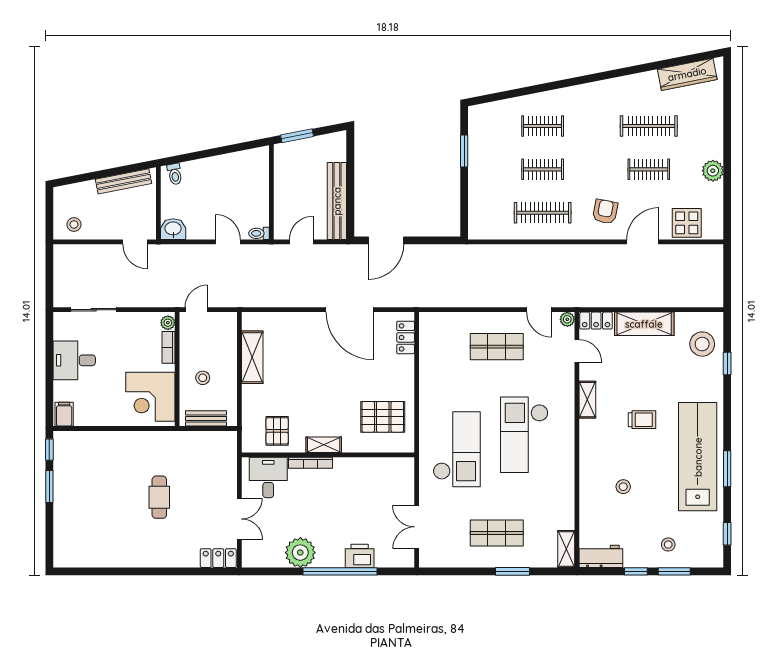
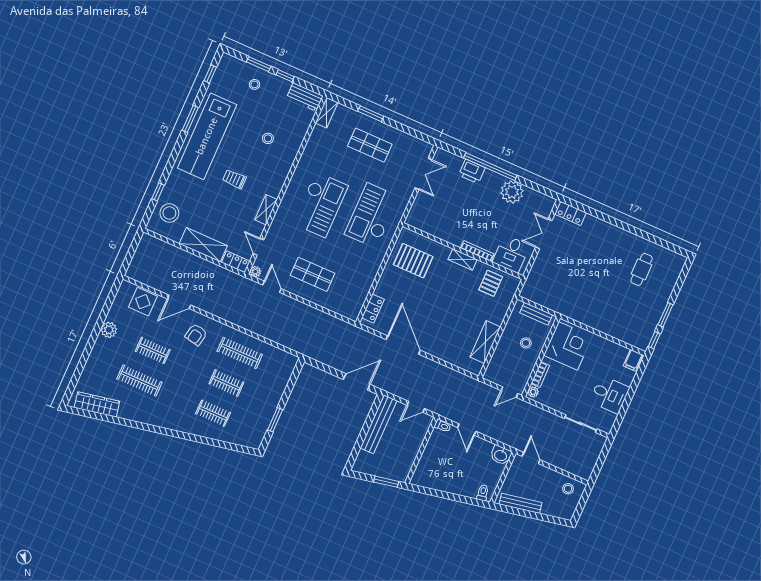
cafe table: (159, 497) -> (641, 269), moved

